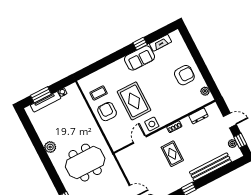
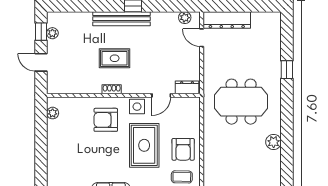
armchair: (184, 75) -> (106, 120), moved
dresser: (198, 116) -> (187, 87), moved
rug: (172, 154) -> (115, 58), moved, turned 90
bench: (210, 167) -> (122, 19), moved

